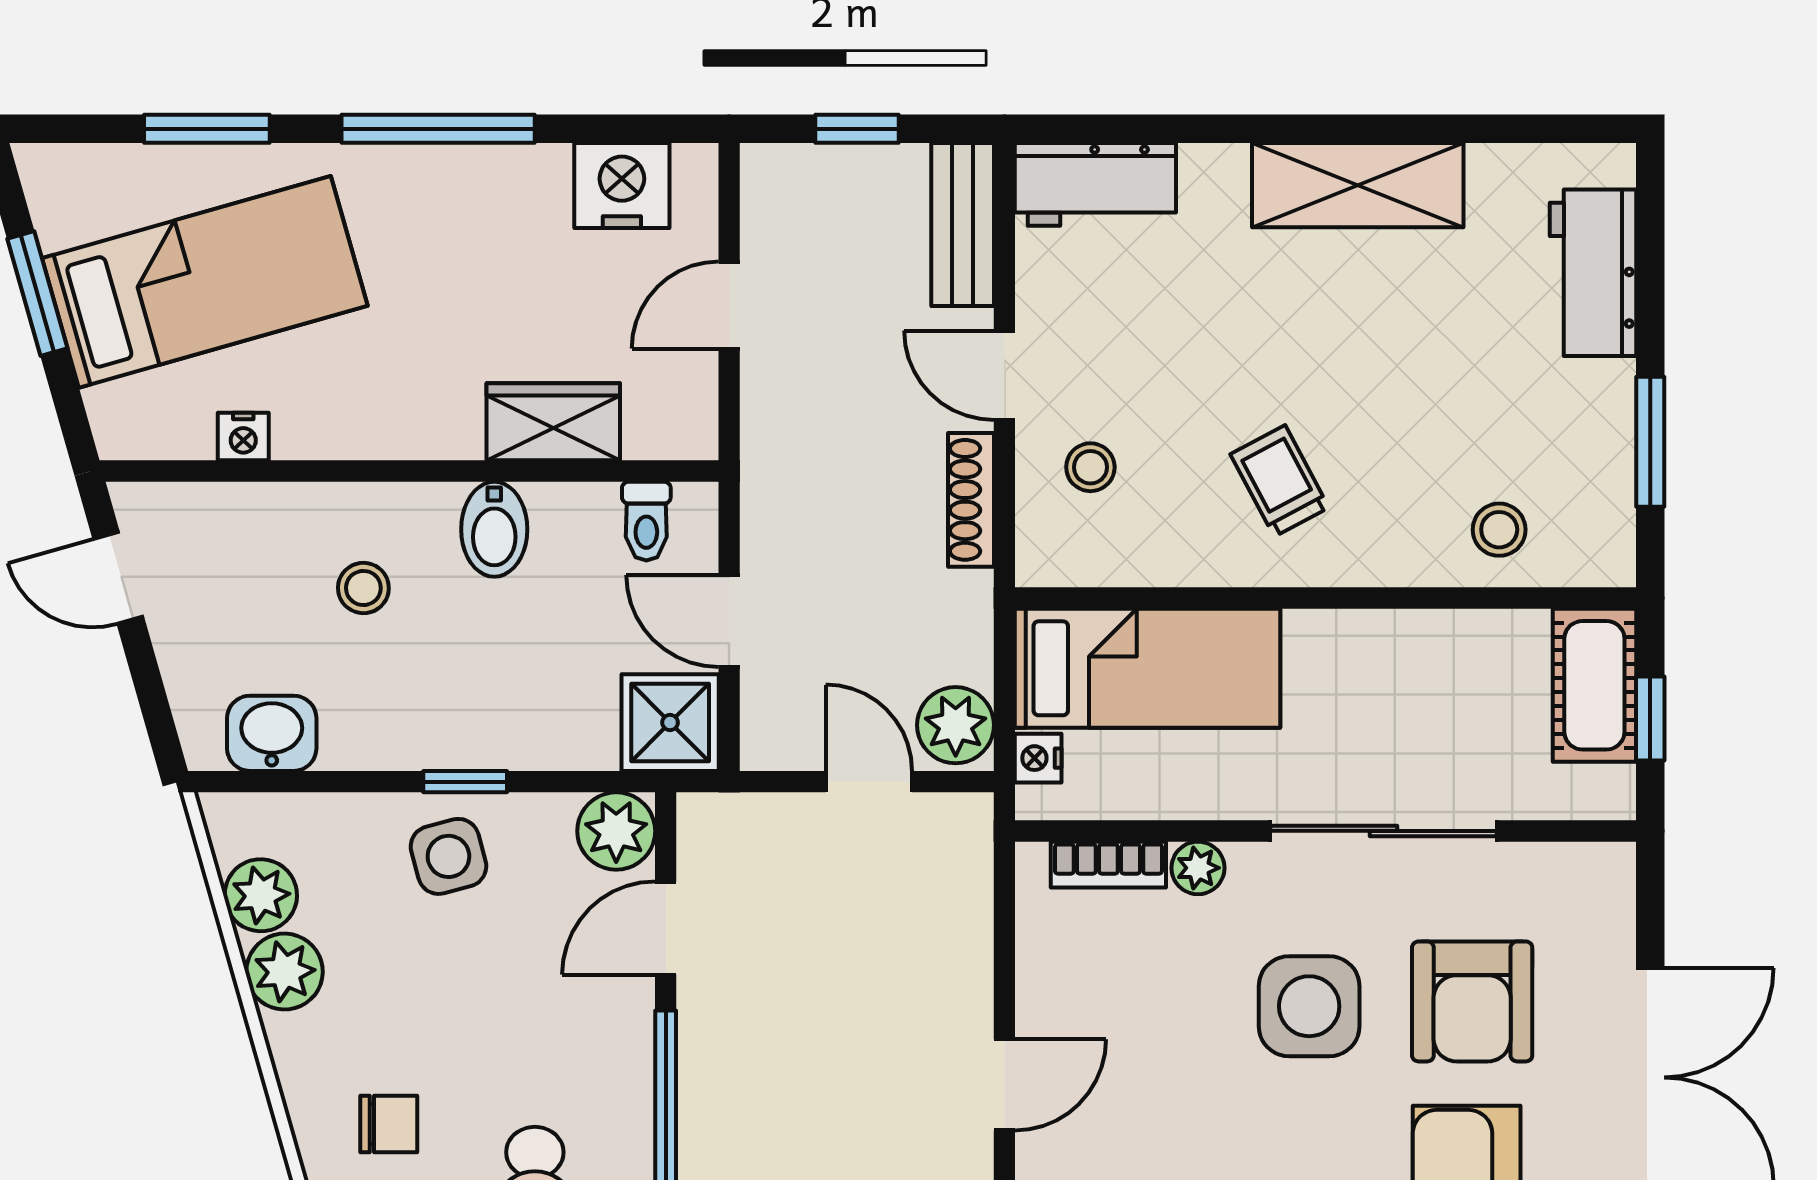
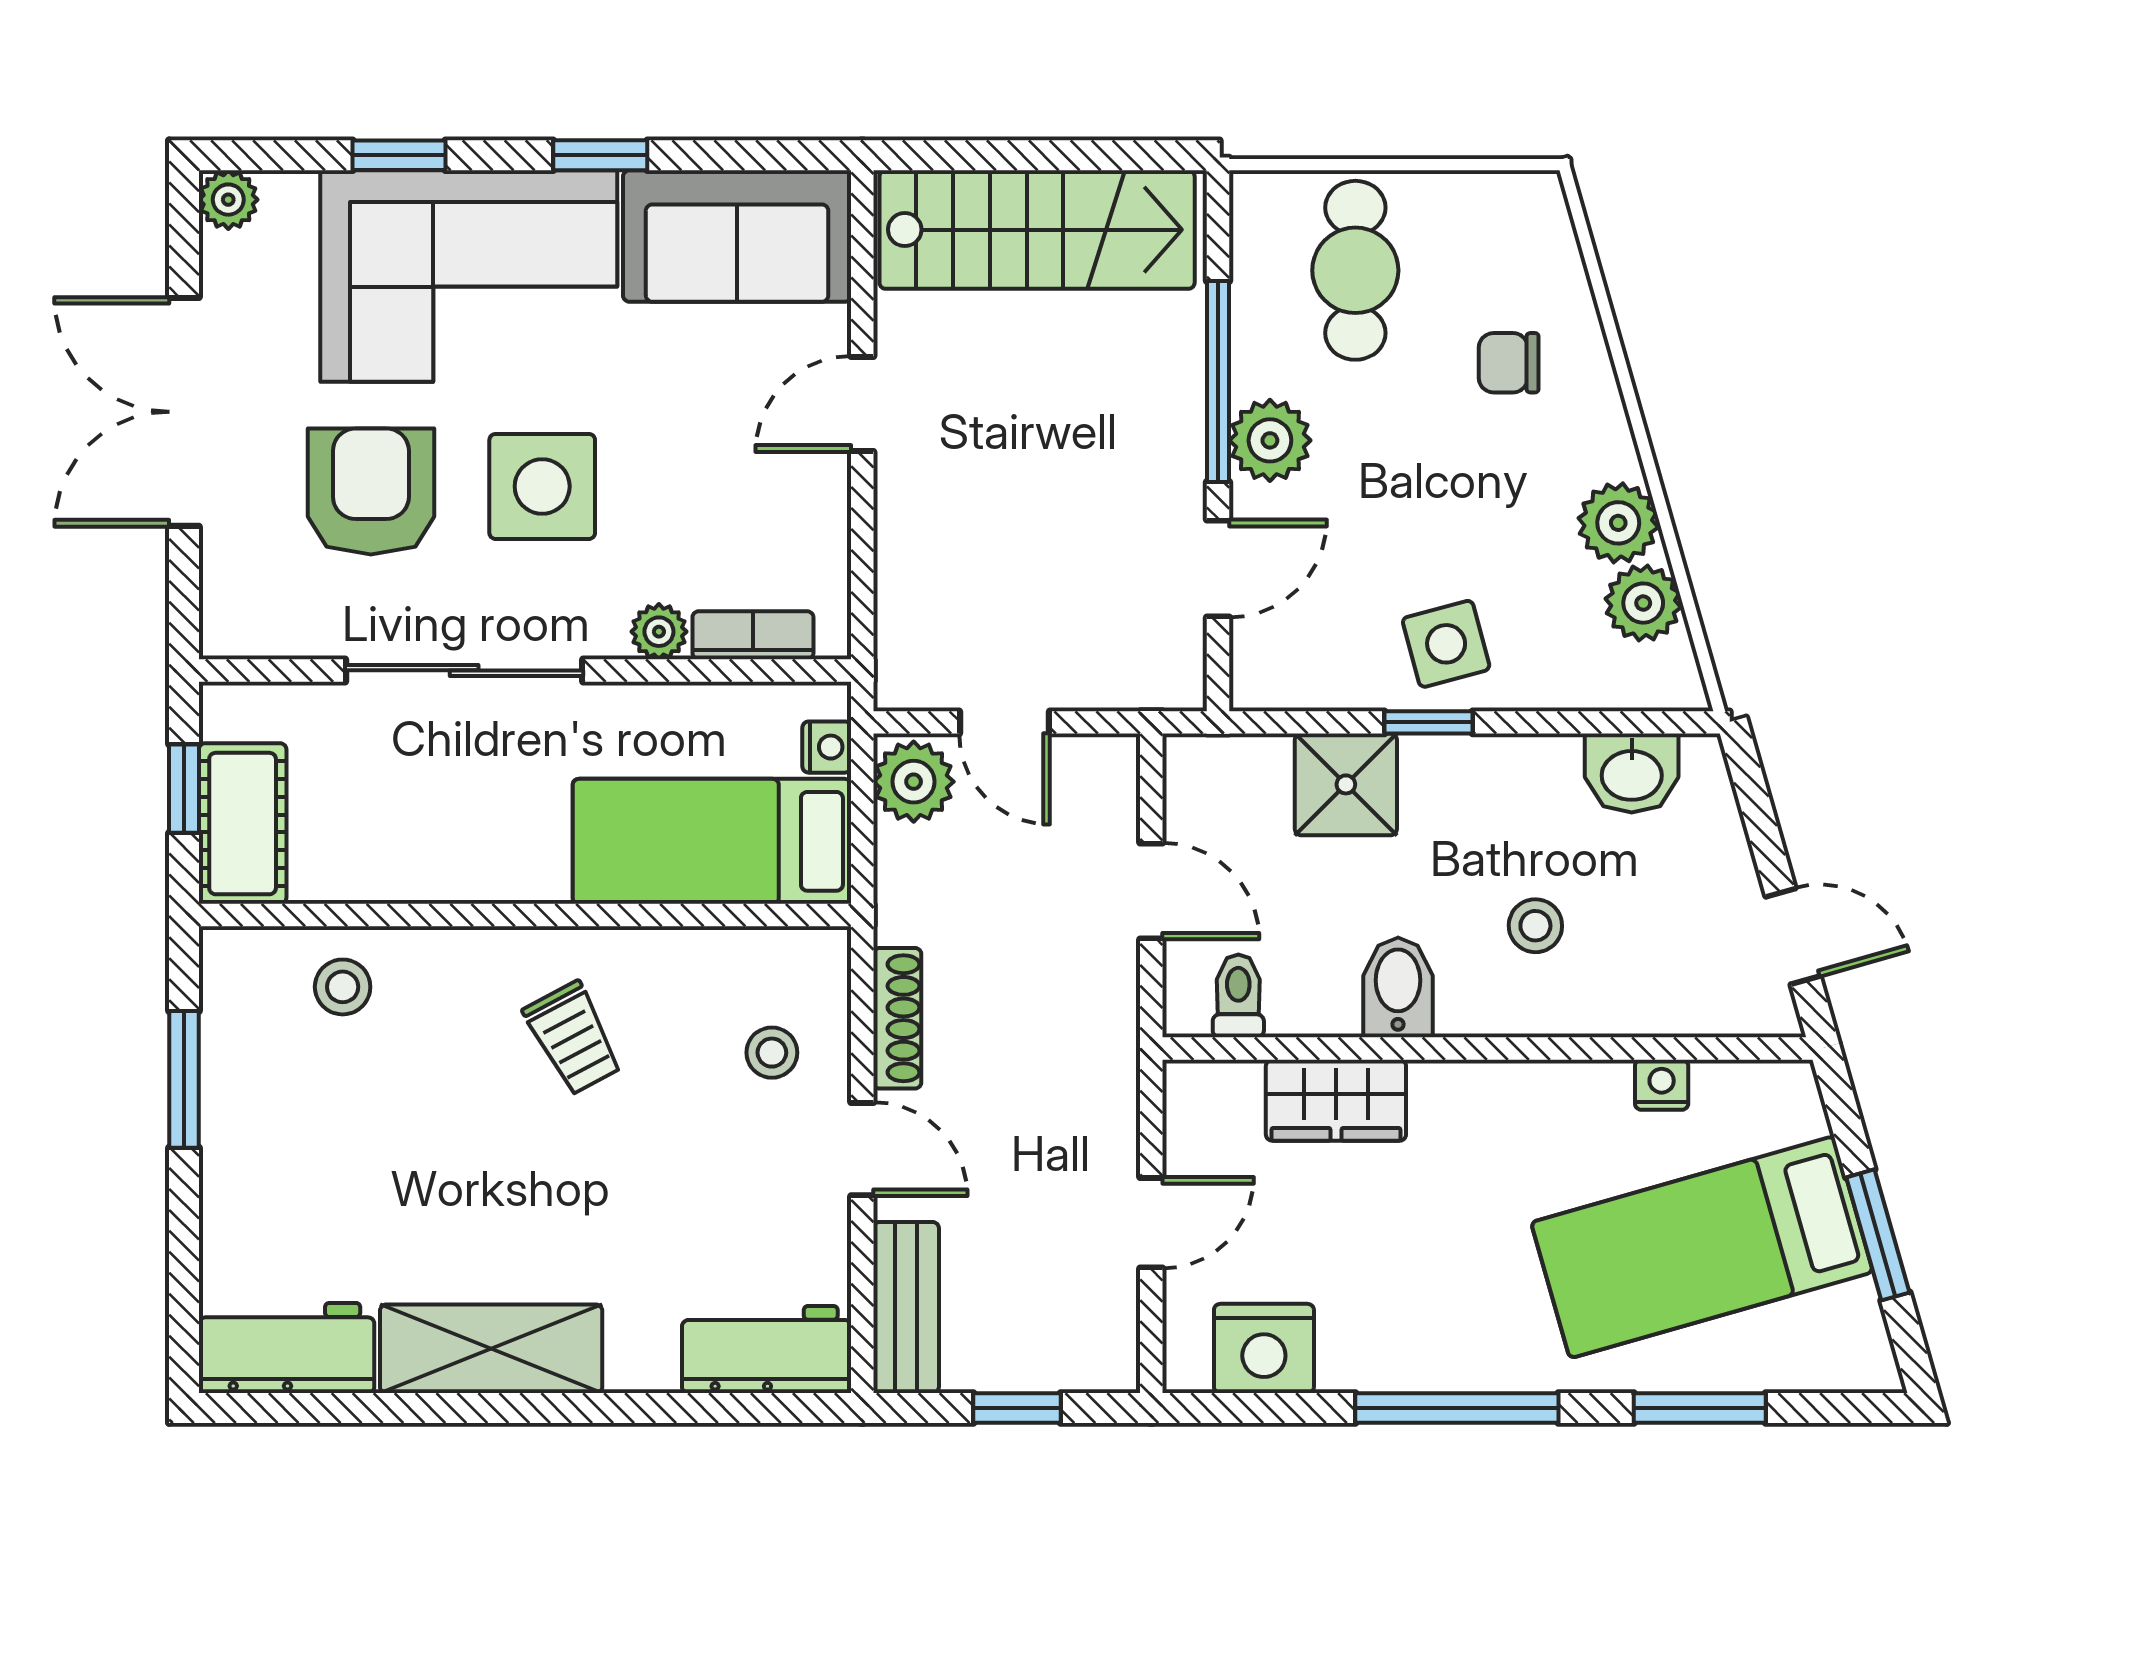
workbench: (1593, 273) -> (287, 1348), moved, turned -90
shower: (670, 723) -> (1346, 784), moved
plant: (616, 831) -> (1270, 440), moved

